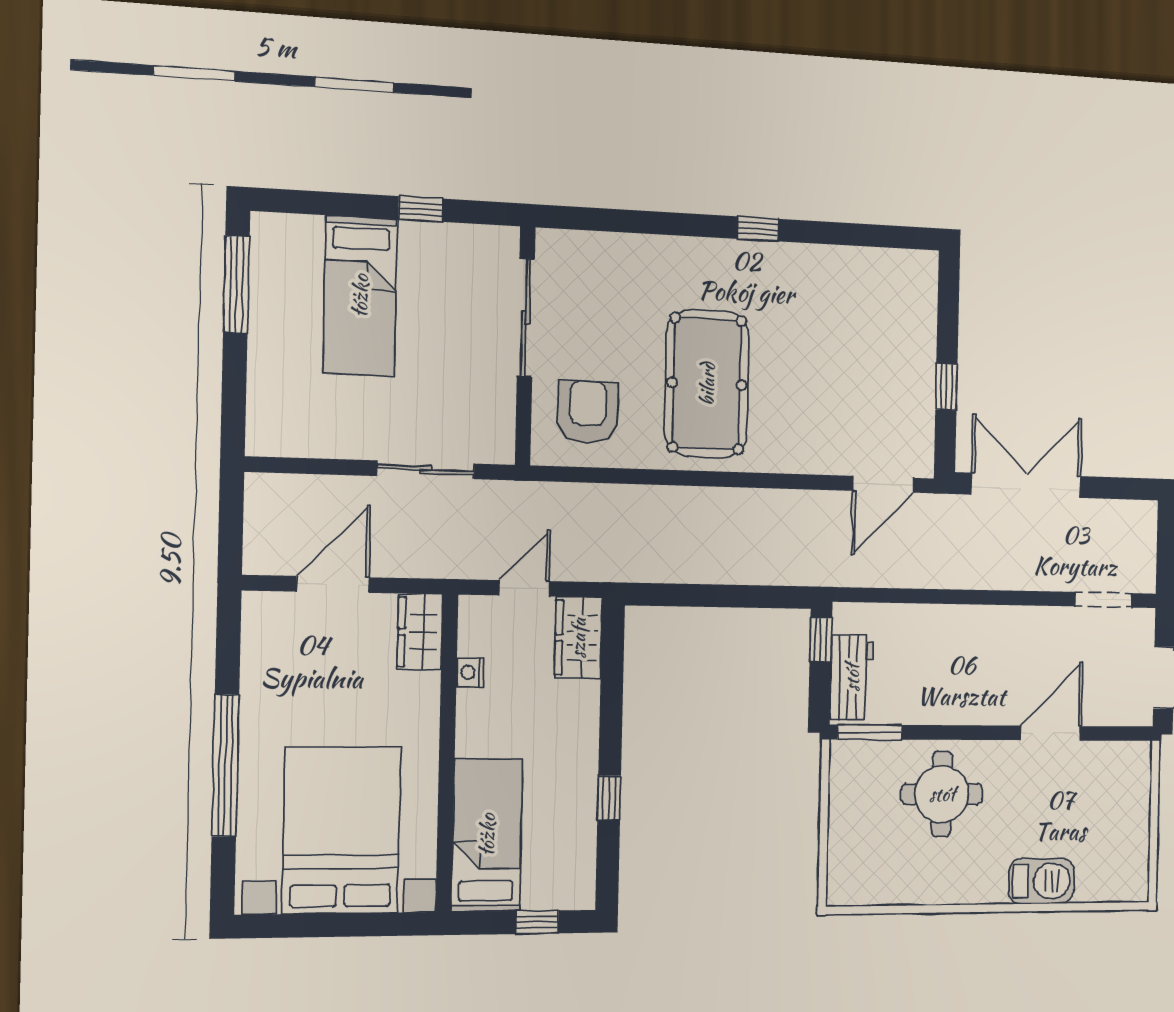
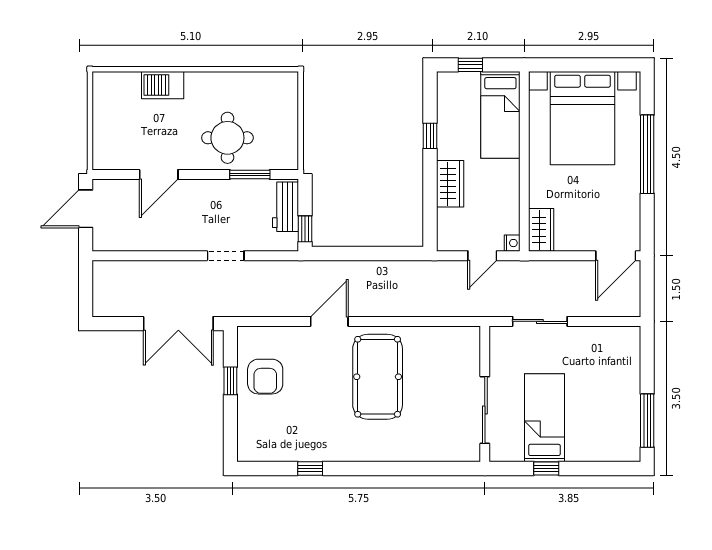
window: (758, 229) -> (310, 468), moved
bed: (360, 296) -> (544, 418), moved
armchair: (588, 411) -> (265, 377), moved
door: (883, 484) -> (329, 321), moved
door: (333, 584) -> (616, 256), moved
doorway: (1103, 600) -> (226, 256), moved
wardrobe: (578, 638) -> (450, 184), moved
nightstand: (470, 672) -> (512, 243), moved
window: (870, 732) -> (250, 175), moved

